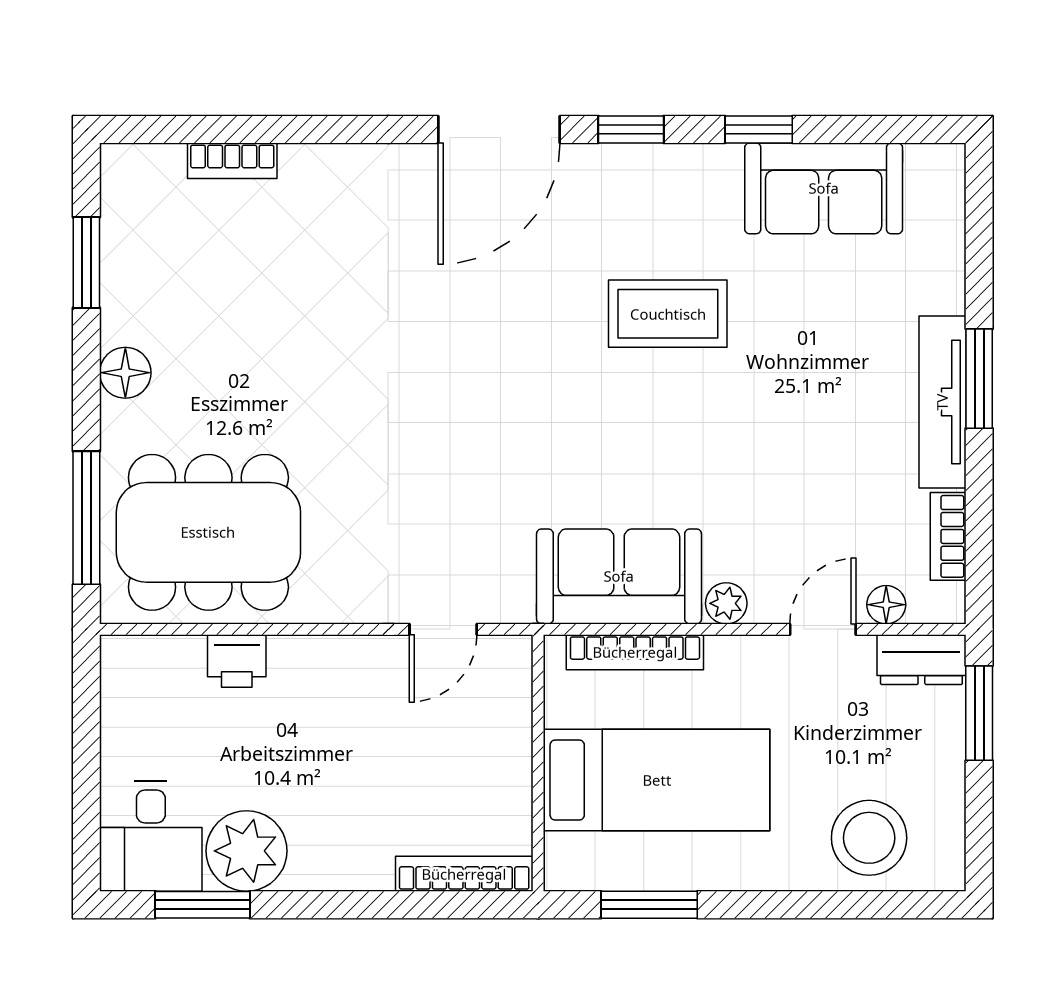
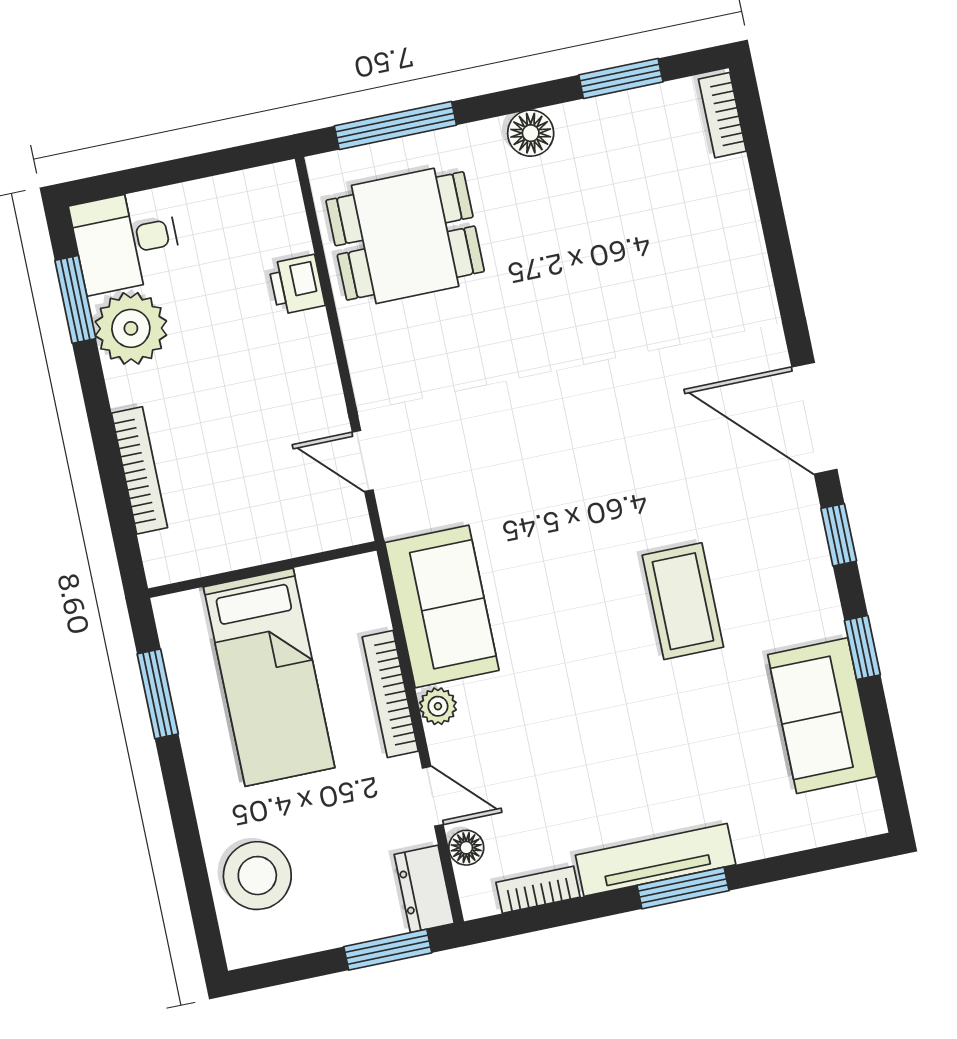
bookcase: (232, 161) -> (722, 115), moved
dining table: (208, 532) -> (405, 236), width x0.73
bookcase: (635, 652) -> (390, 694), moved
bookcase: (464, 874) -> (140, 470), moved

